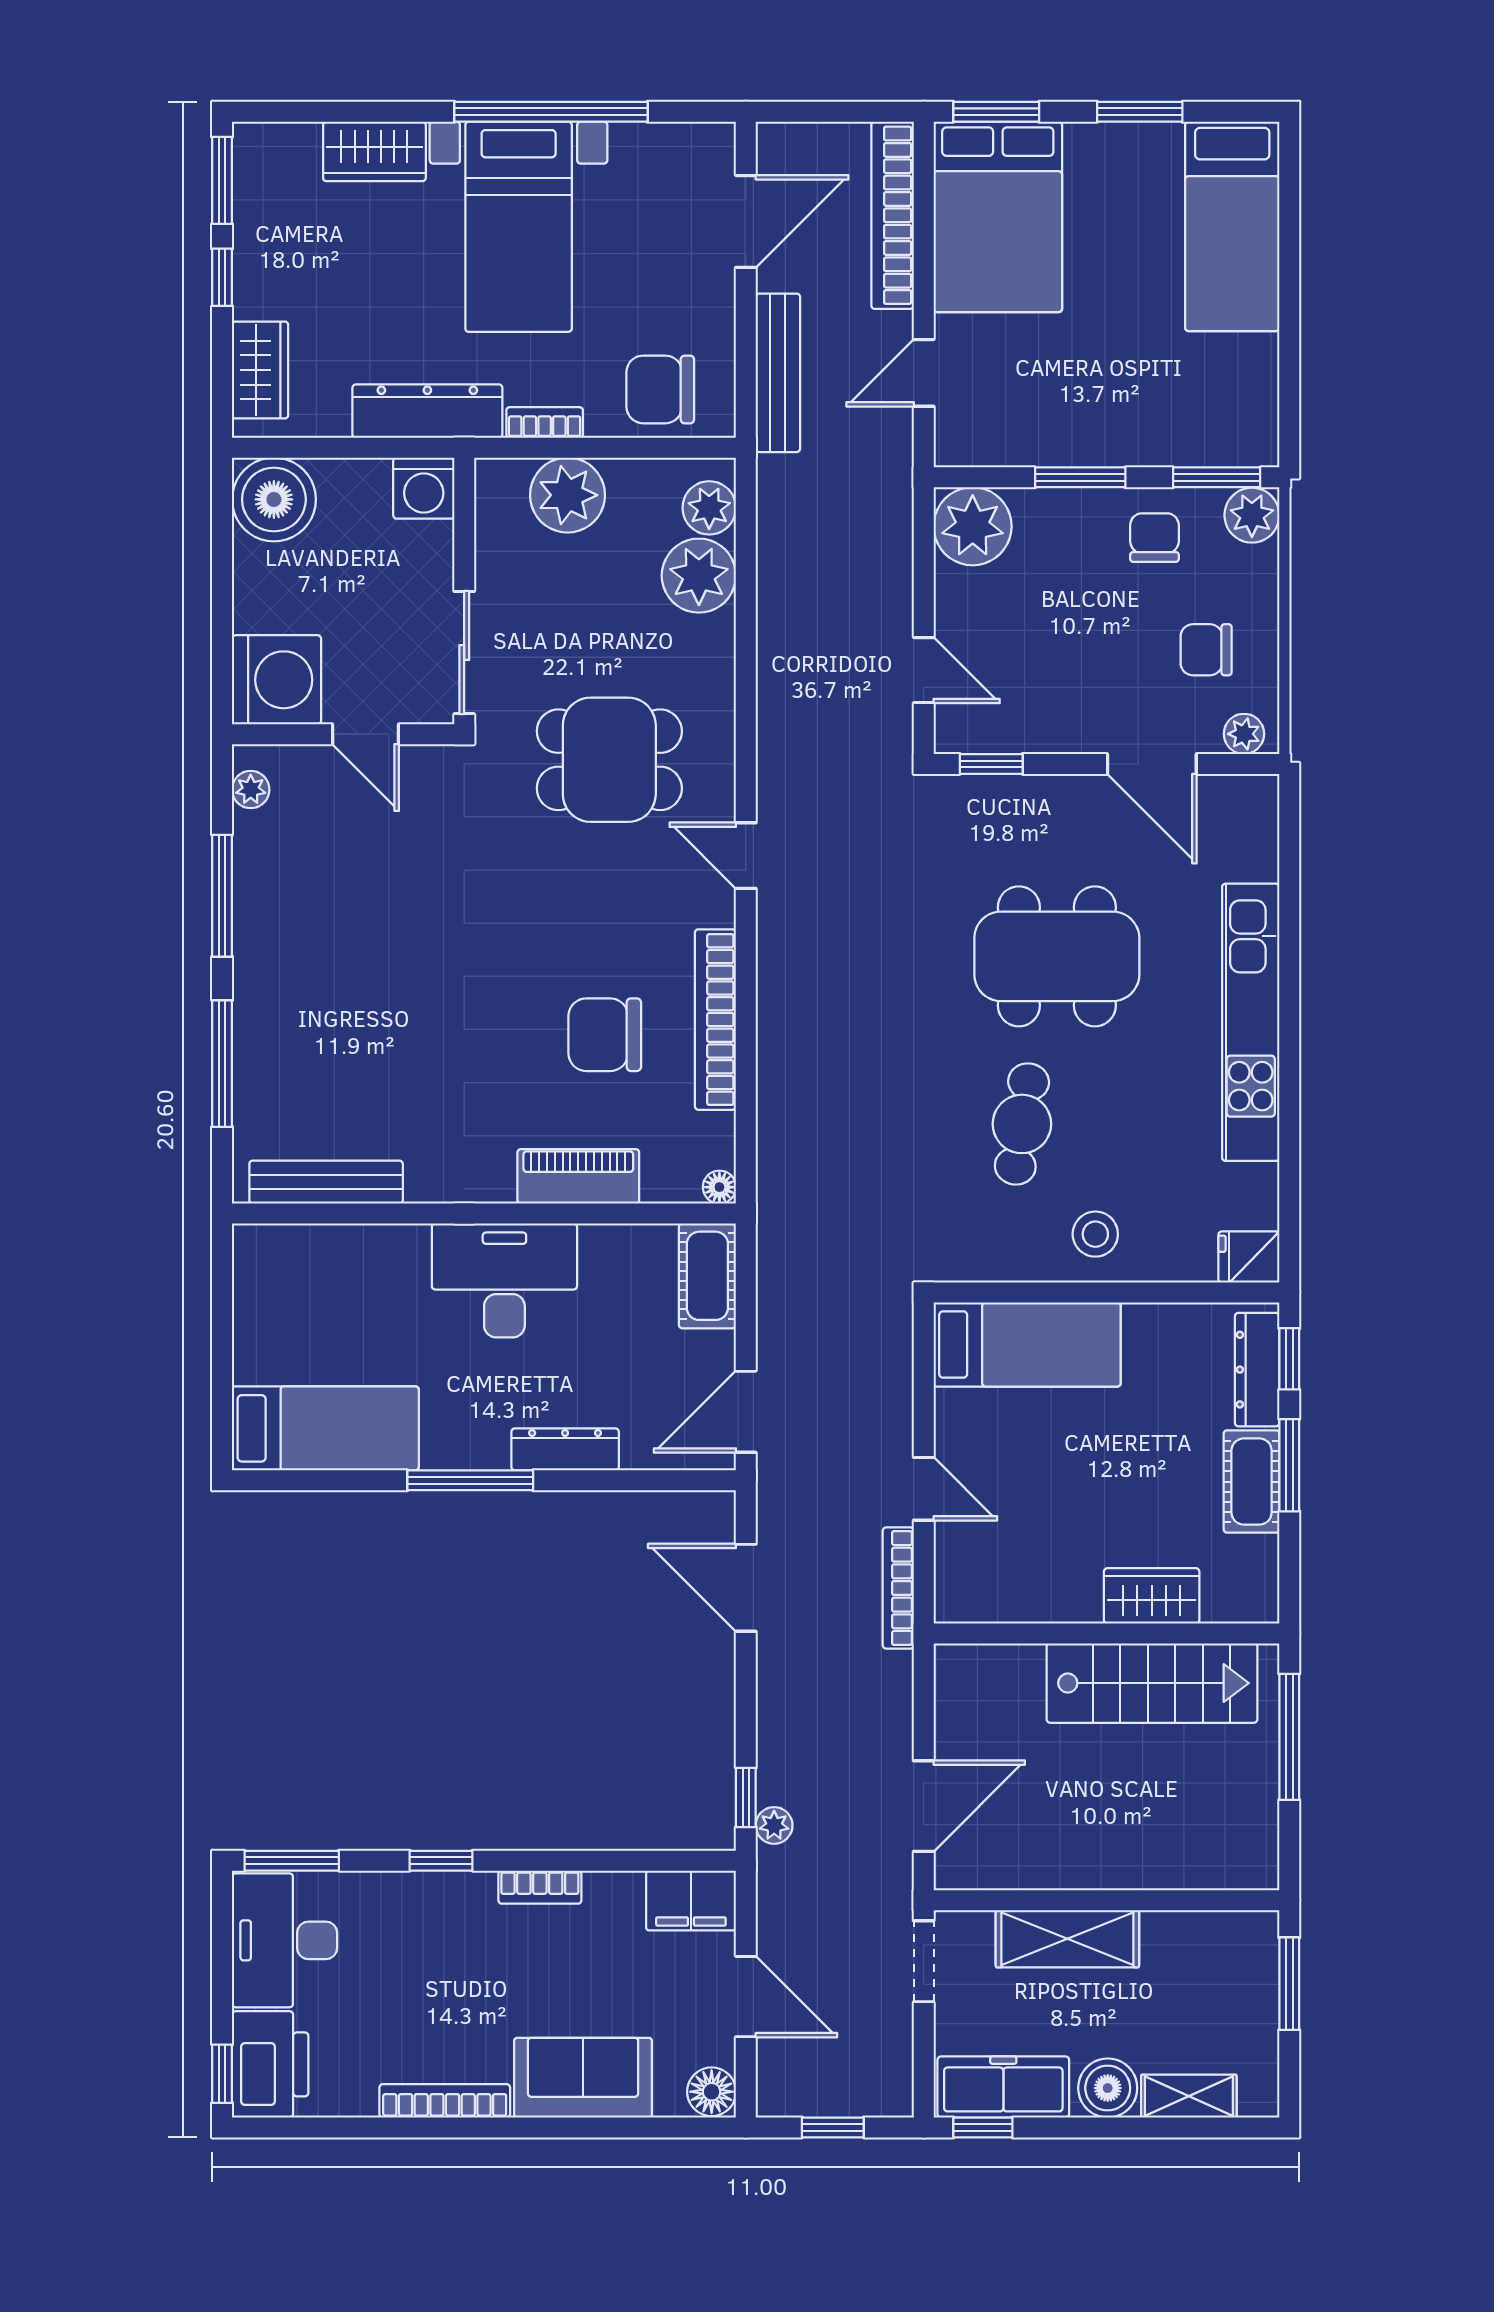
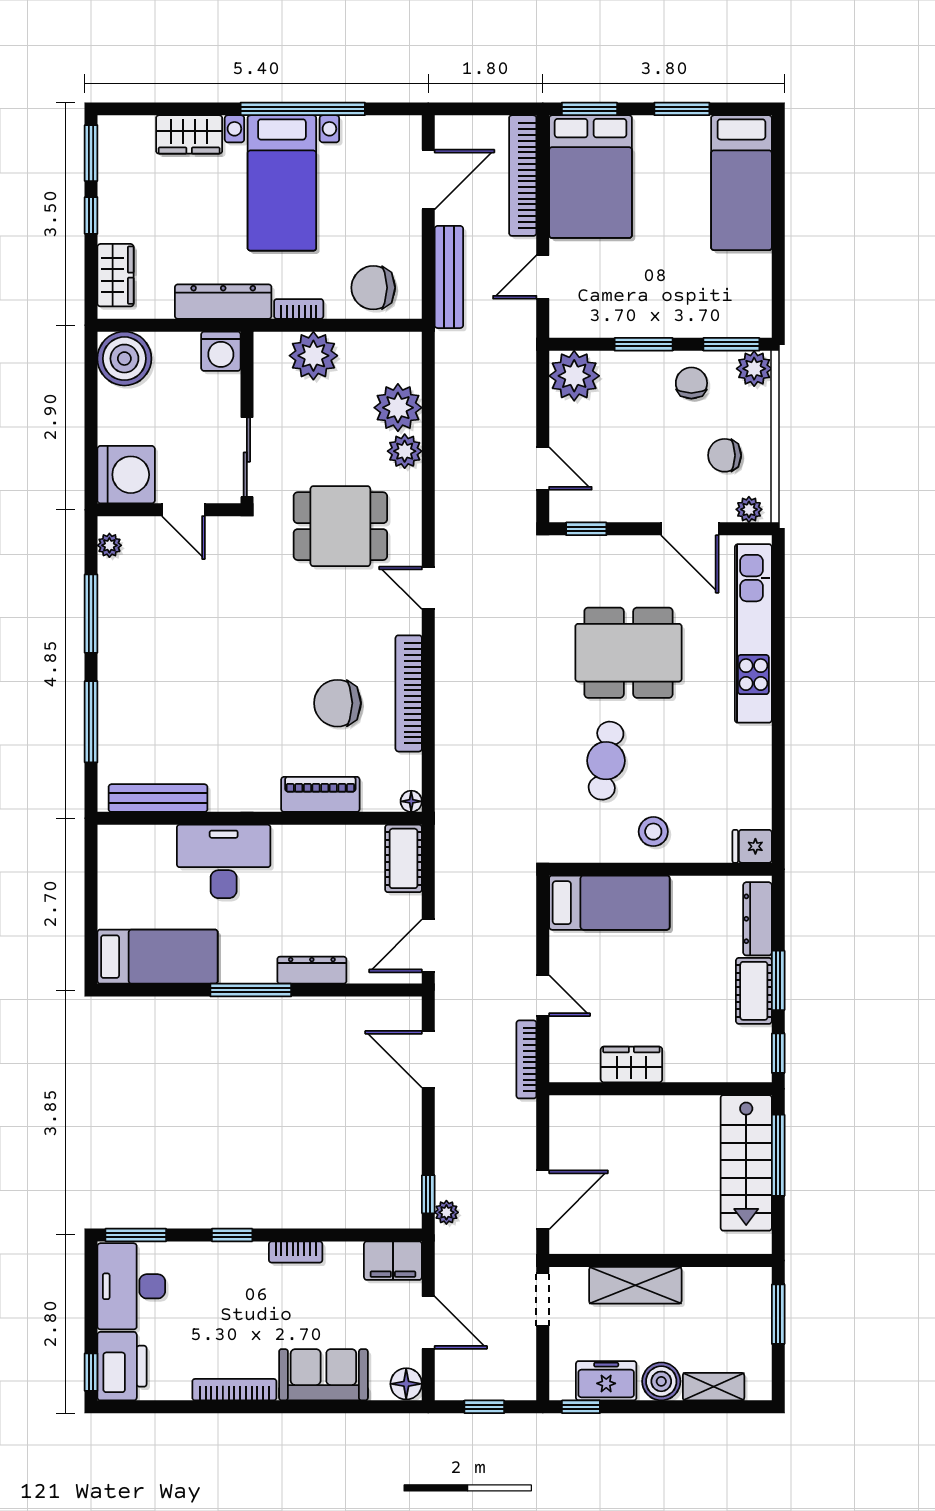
plant: (709, 508) -> (405, 451), moved
kitchen unit: (1251, 1022) -> (753, 633), moved
desk: (504, 1280) -> (224, 861), moved
window: (1289, 1359) -> (778, 1053), moved
wardrobe: (1152, 1596) -> (631, 1064), moved
stairs: (1152, 1683) -> (746, 1163), moved, turned 90
freezer: (1003, 2087) -> (606, 1381), width x0.71

